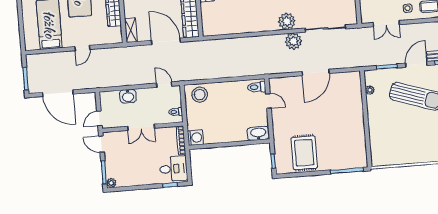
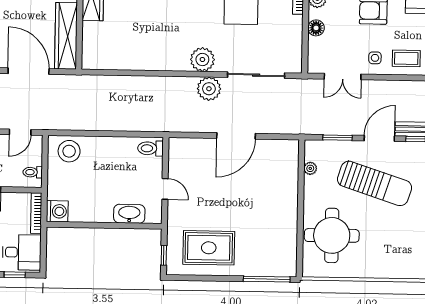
door: (164, 85) -> (20, 132), swing flipped
door: (268, 101) -> (165, 189), moved
washbasin: (258, 133) -> (129, 214), moved
round table: (390, 136) -> (332, 235), added
rug: (304, 153) -> (209, 248), turned 90

